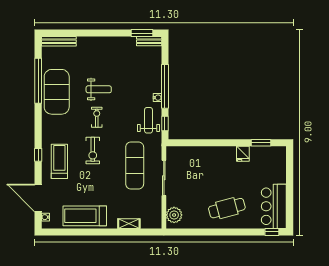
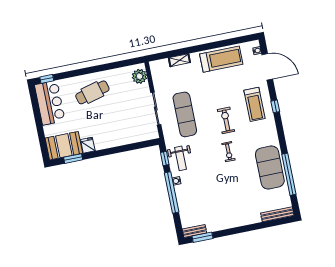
weight bench: (99, 89) -> (232, 178), removed
booth: (268, 158) -> (64, 146), added

